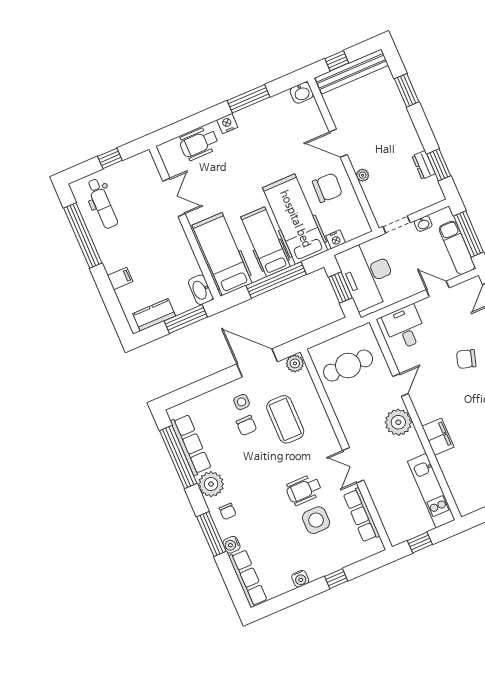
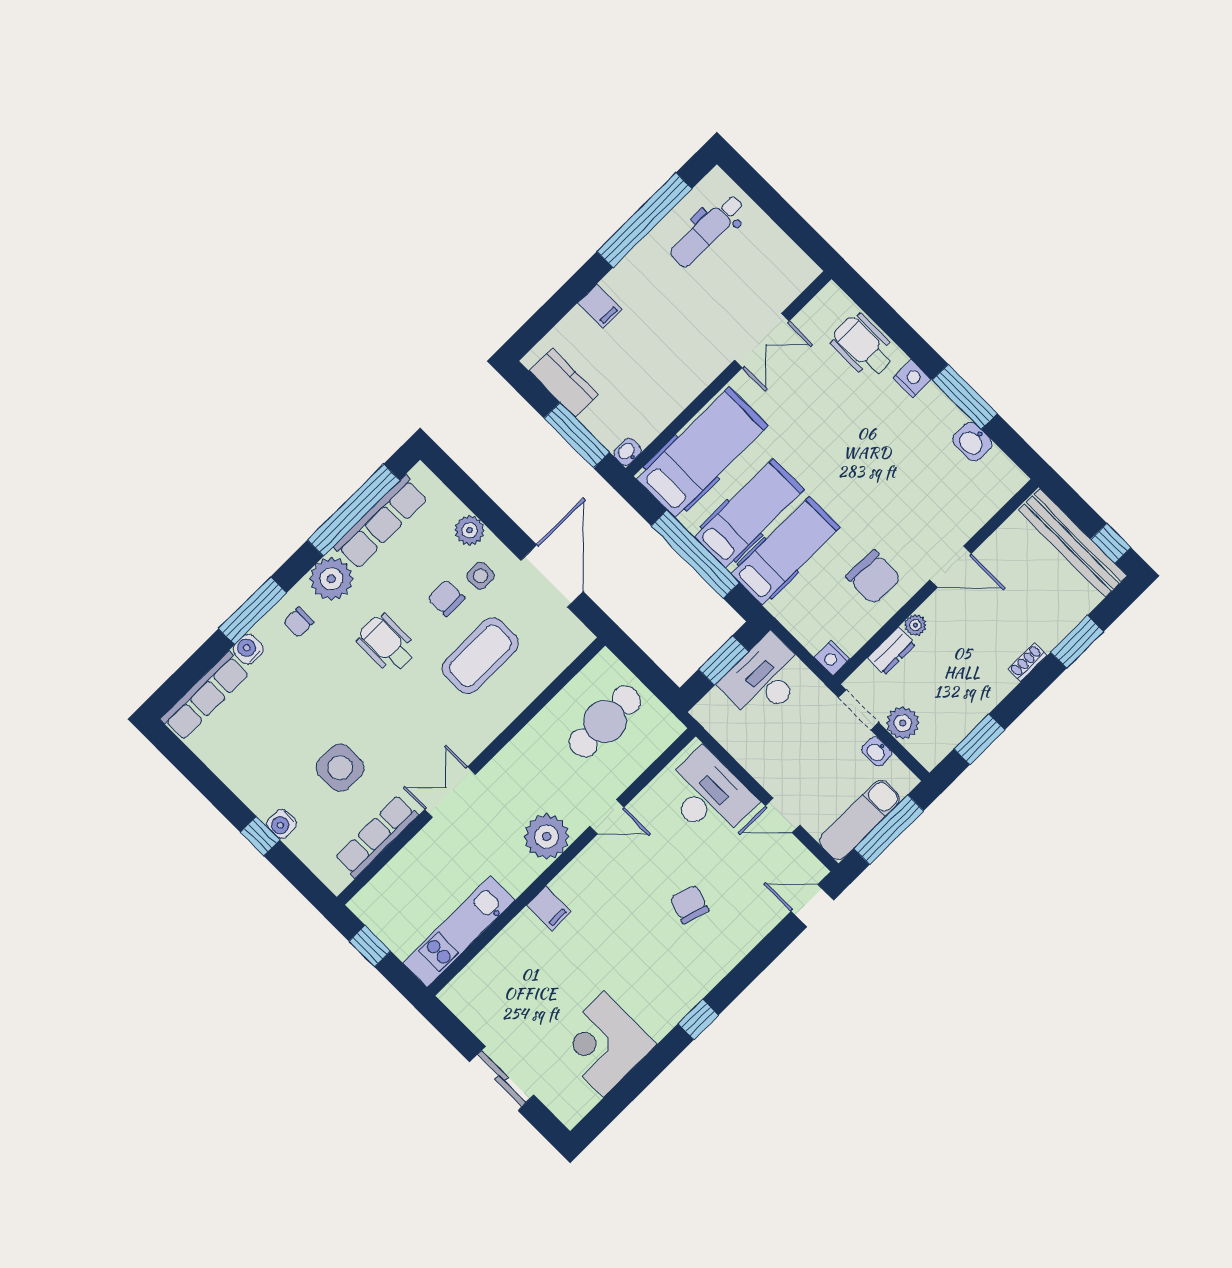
window: (337, 61) -> (1111, 543), moved
washbasin: (302, 93) -> (972, 442), moved
shoe rack: (407, 122) -> (1027, 662), added
door: (338, 143) -> (951, 567), swing flipped
window: (110, 158) -> (783, 215), removed
dresser: (424, 165) -> (892, 651), moved, turned 180
plant: (413, 203) -> (903, 723), added
hospital bed: (295, 219) -> (786, 551), width x0.73, depth x0.78
nightstand: (336, 239) -> (832, 658), moved
desk: (367, 275) -> (764, 679), width x0.73, depth x0.77
door: (438, 289) -> (783, 815), swing flipped
washbasin: (201, 290) -> (627, 452), width x0.52, depth x0.69
desk: (405, 328) -> (708, 795), width x1.37
plant: (295, 363) -> (470, 530), moved
cafe table: (348, 366) -> (605, 721), turned 90
chair: (246, 425) -> (446, 598), turned 89
filing cabinet: (438, 437) -> (549, 908), width x0.50
wheelchair: (304, 490) -> (387, 644), moved
water cooler: (300, 579) -> (282, 824), moved

